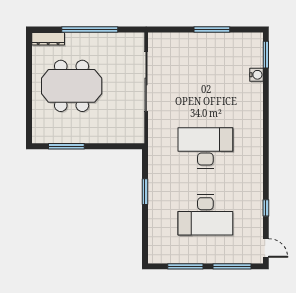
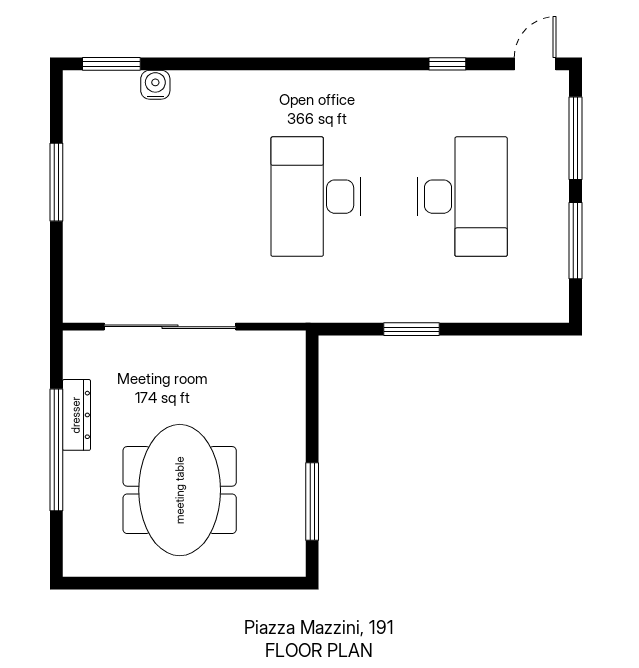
dresser: (48, 39) -> (76, 415), moved

